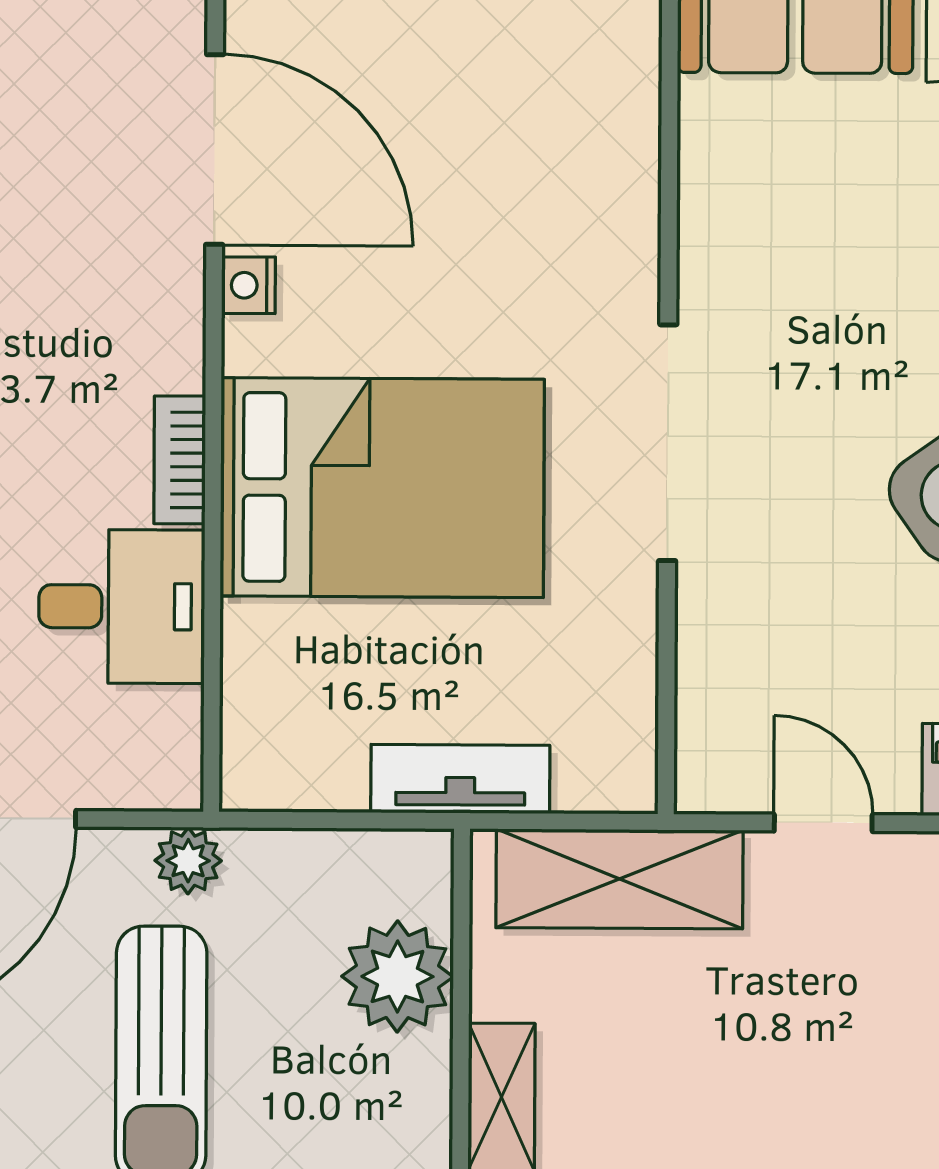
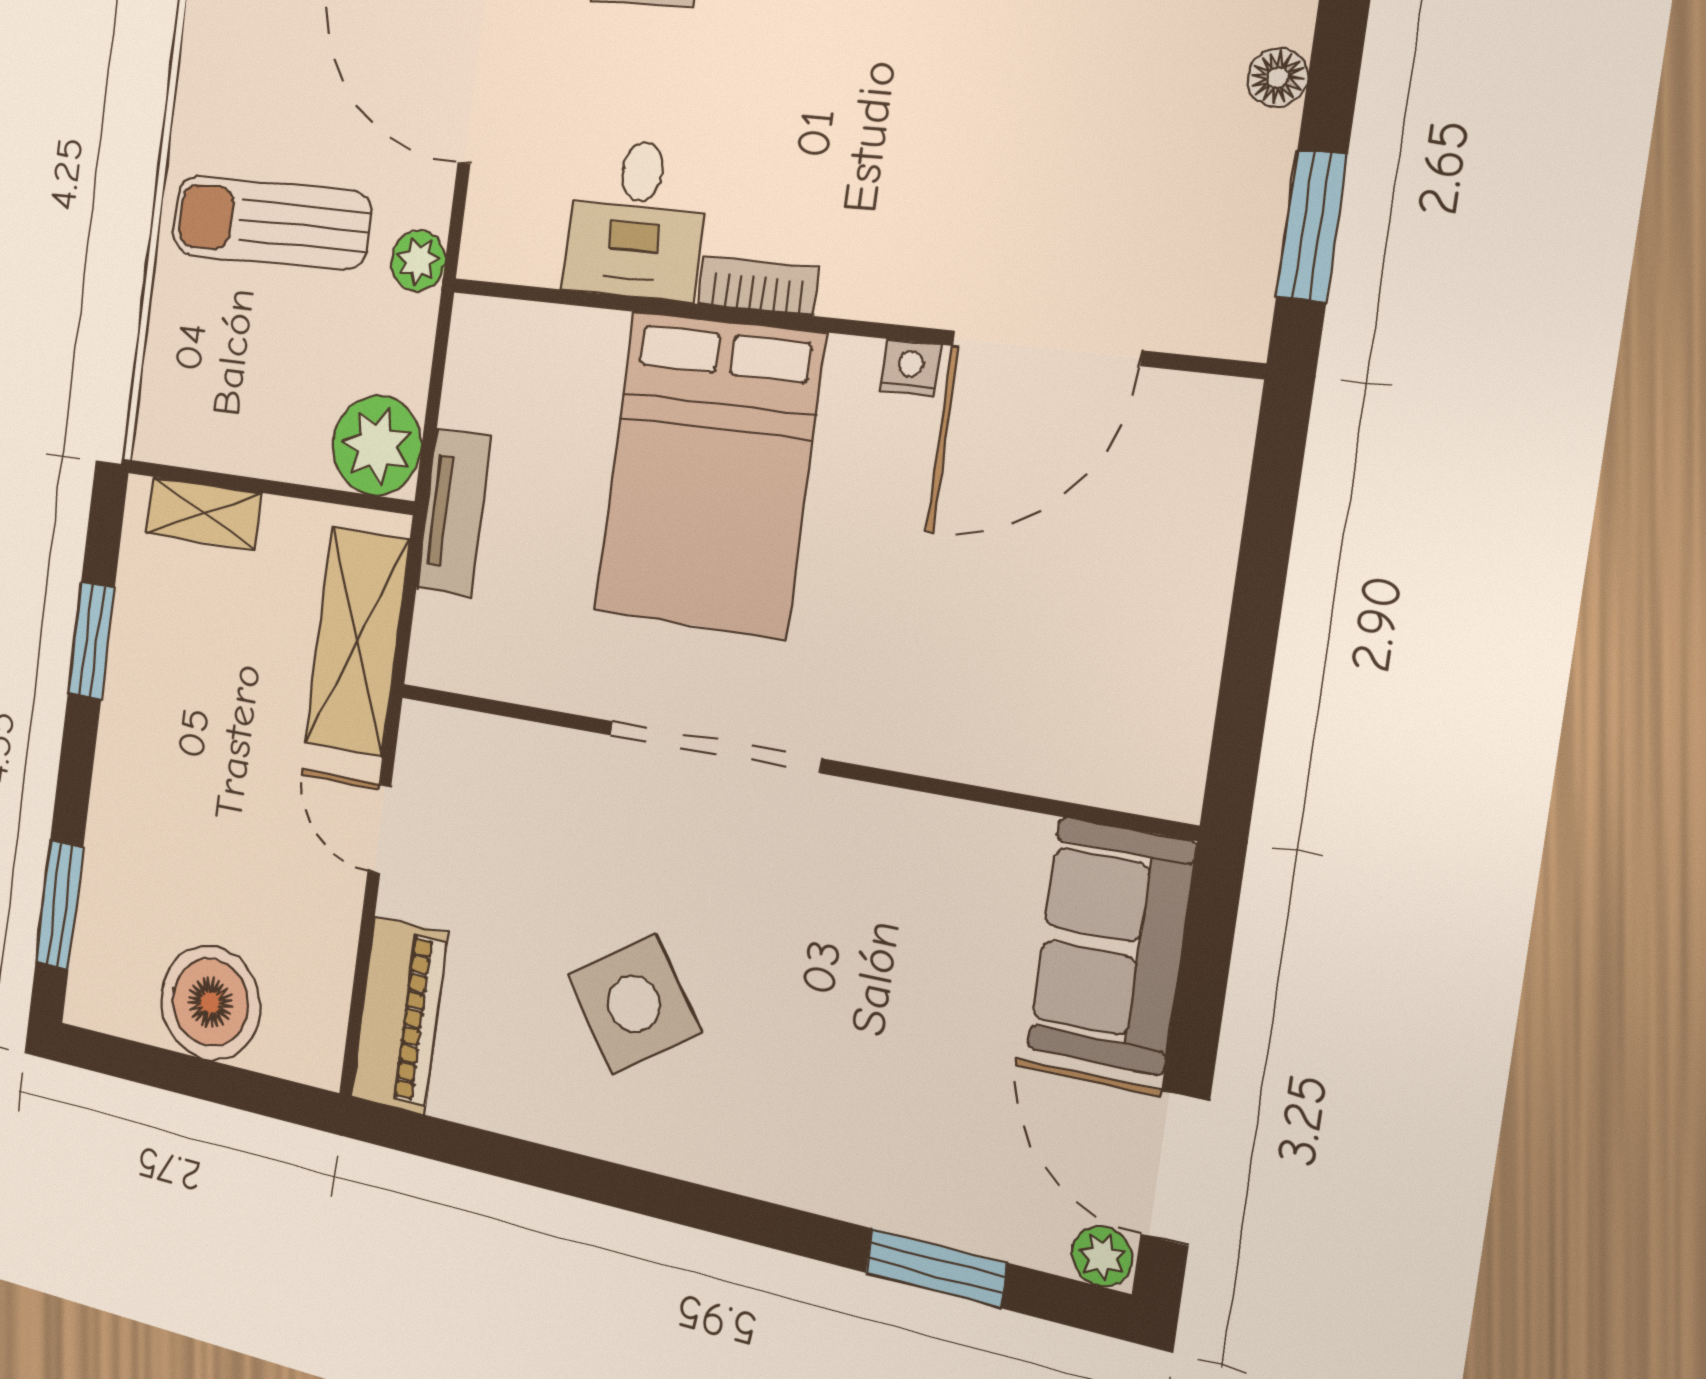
door: (823, 823) -> (379, 829), swing flipped
plant: (397, 976) -> (377, 445), moved

